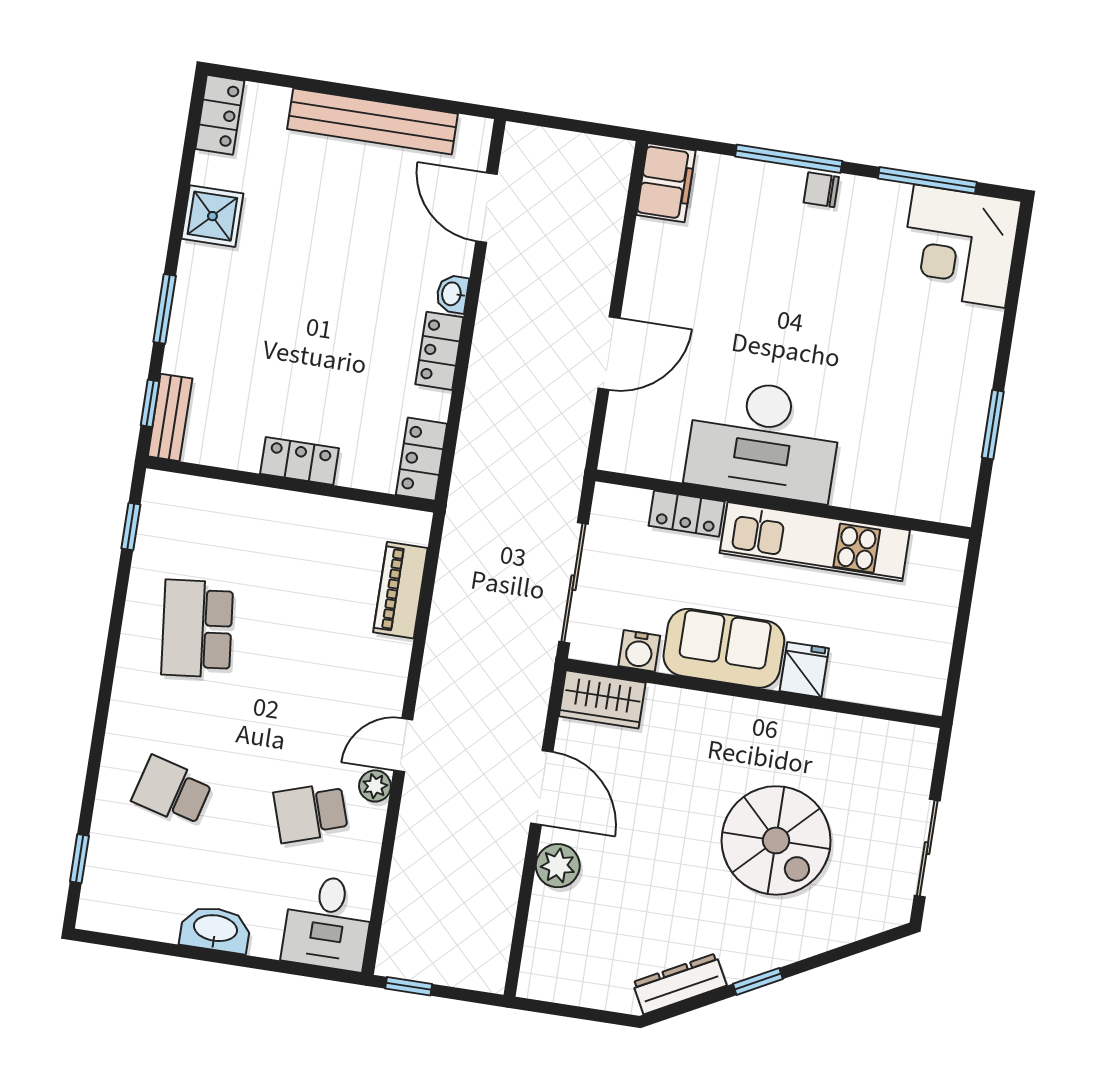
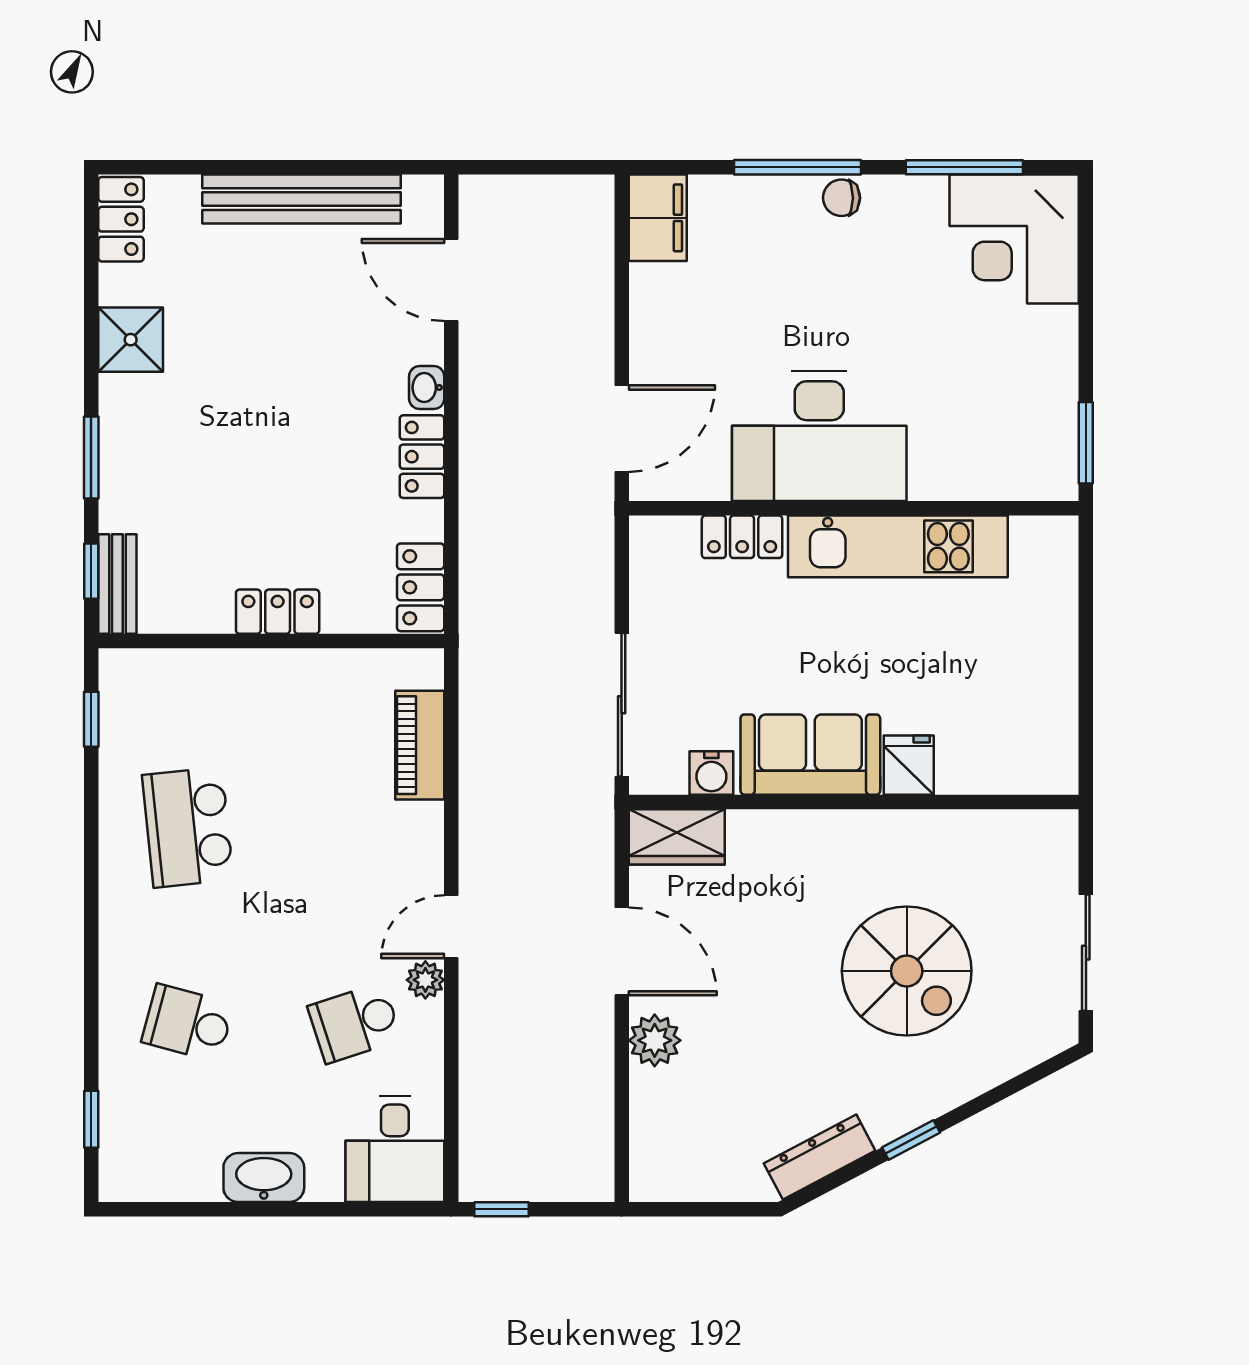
desk: (764, 440) -> (819, 436), moved
wall: (783, 504) -> (854, 508), moved
locker: (687, 514) -> (742, 537), moved
kitchen unit: (815, 542) -> (898, 546), moved

